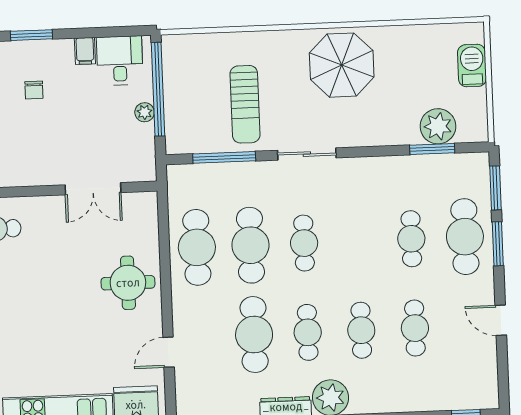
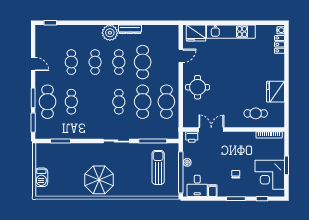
sun lounger: (245, 104) -> (158, 167), moved
plant: (438, 126) -> (57, 151), removed
printer: (136, 170) -> (192, 137), added

